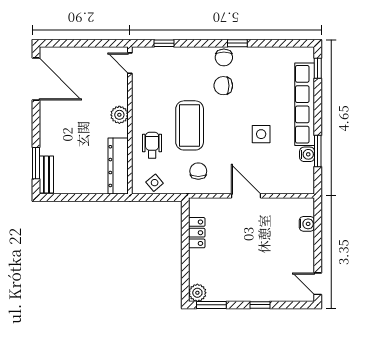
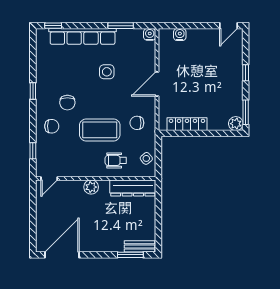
chair: (224, 57) -> (52, 126), moved
water cooler: (307, 154) -> (150, 34), moved
locker: (197, 233) -> (187, 124), width x1.53

